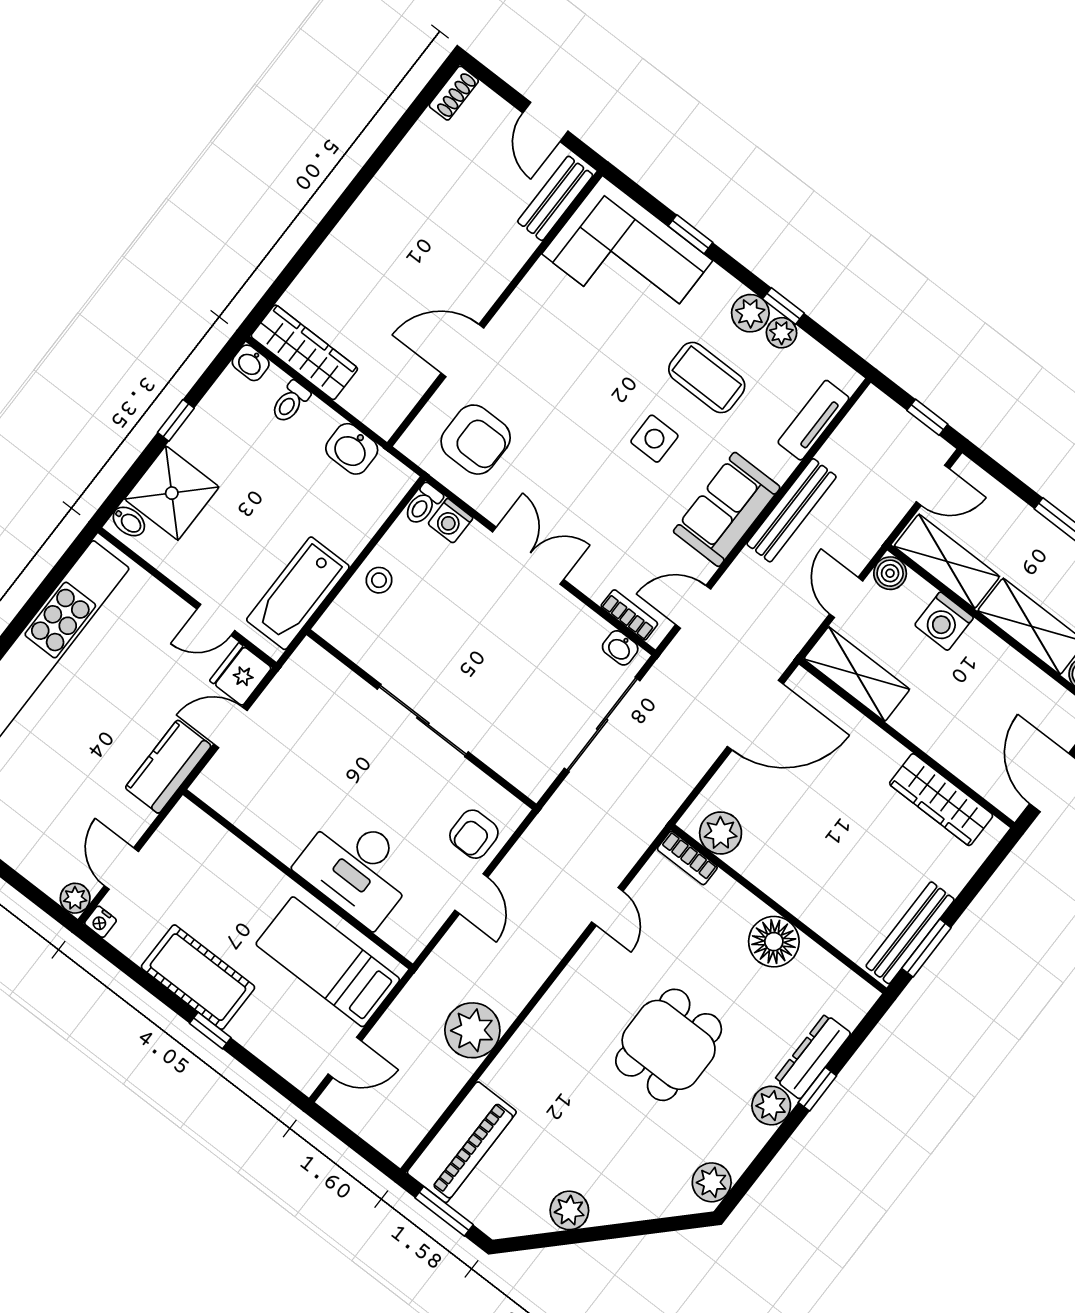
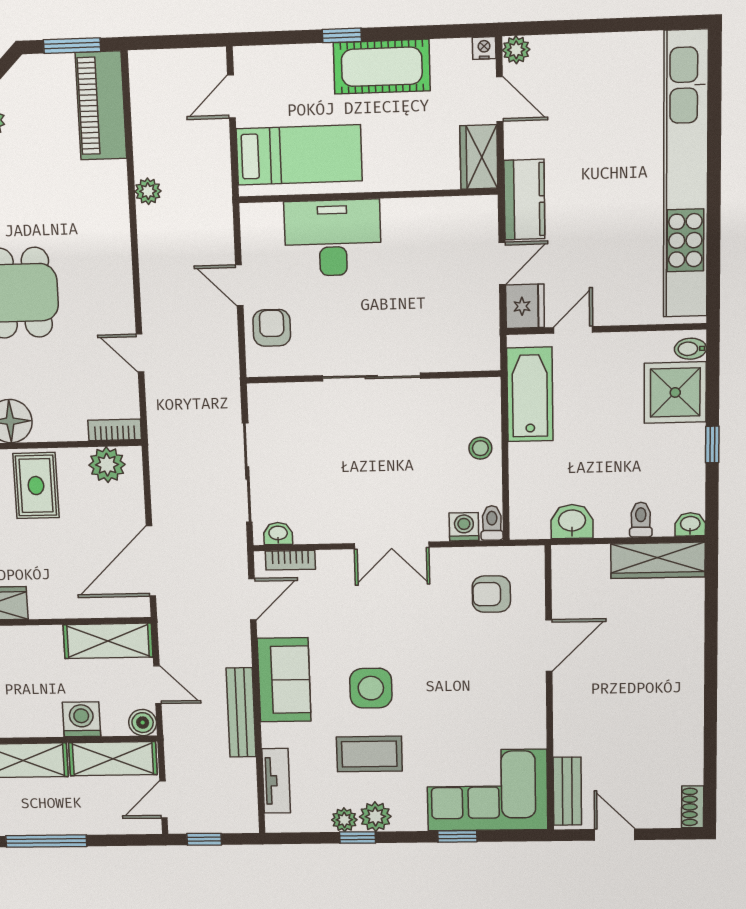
side table: (654, 439) -> (371, 688), width x1.37, depth x1.37
armchair: (476, 440) -> (491, 594), width x0.72, depth x0.72
wardrobe: (178, 834) -> (479, 157), added
rug: (800, 866) -> (36, 486), added
plant: (472, 1030) -> (148, 191), width x0.53, depth x0.53

